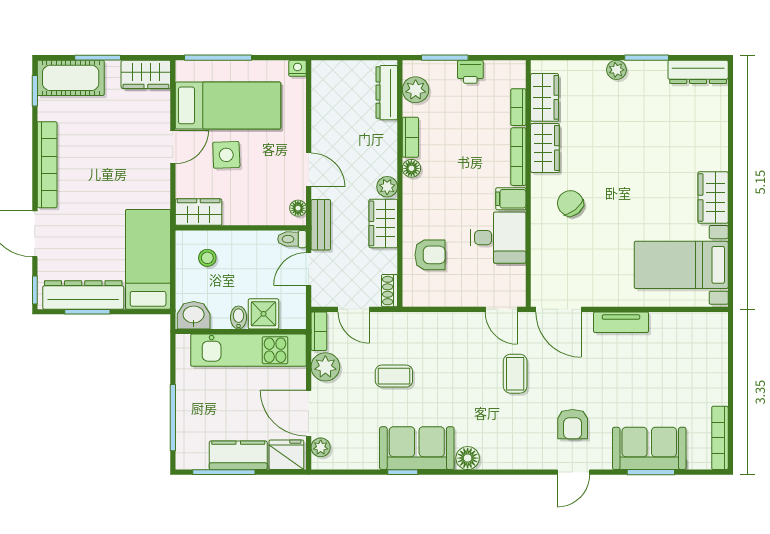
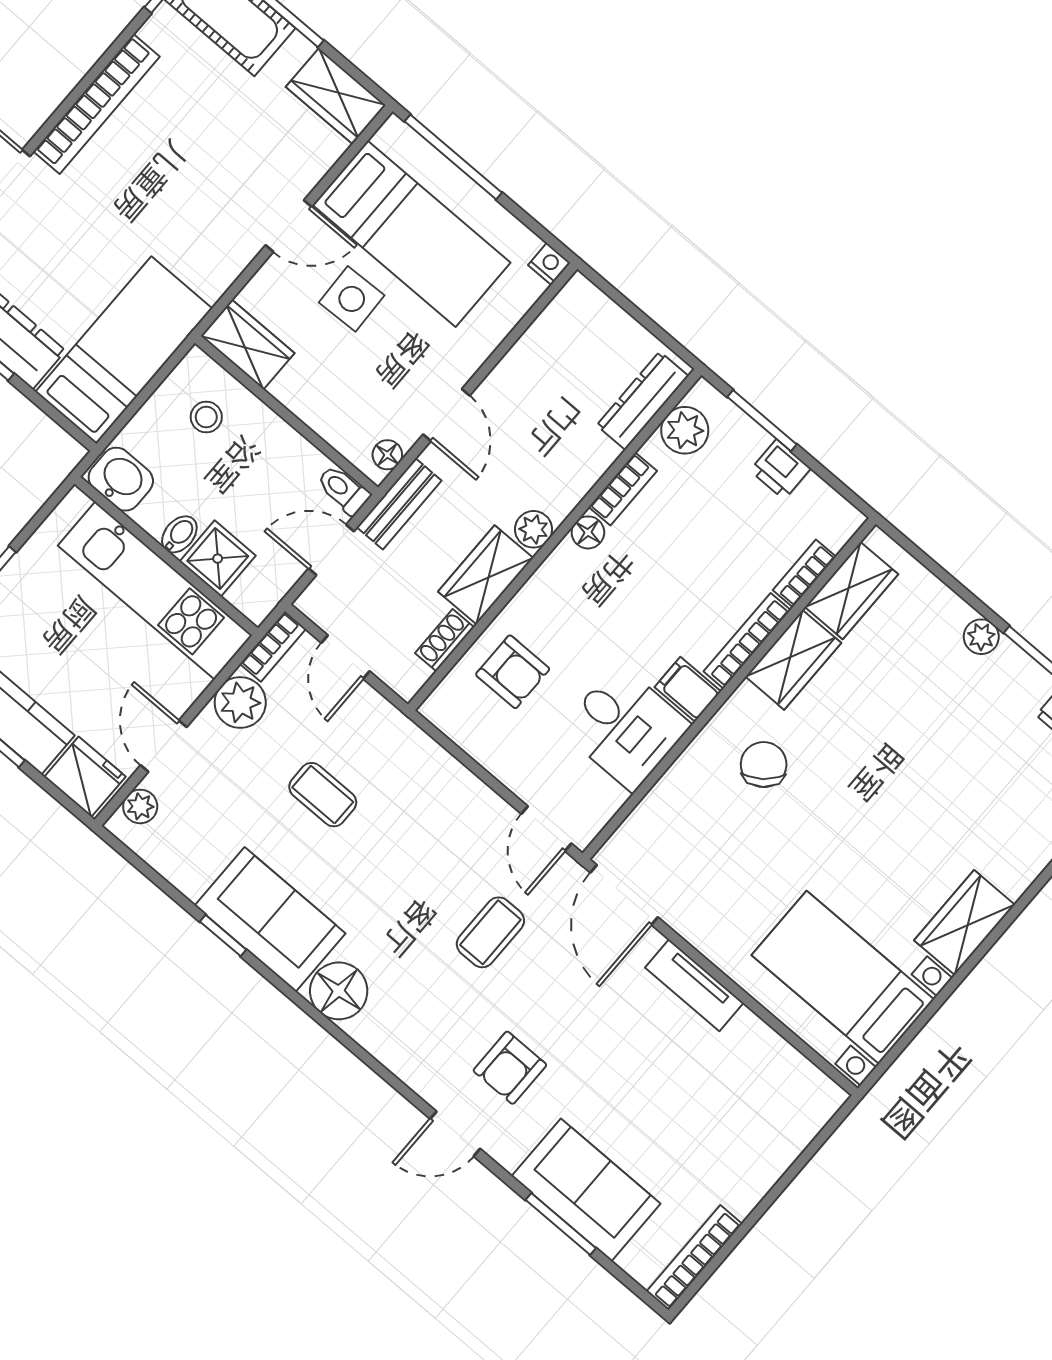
shoe rack: (390, 291) -> (445, 640), moved
door: (309, 413) -> (164, 746), width x0.73
floor lamp: (468, 458) -> (339, 991), width x1.38, depth x1.38

